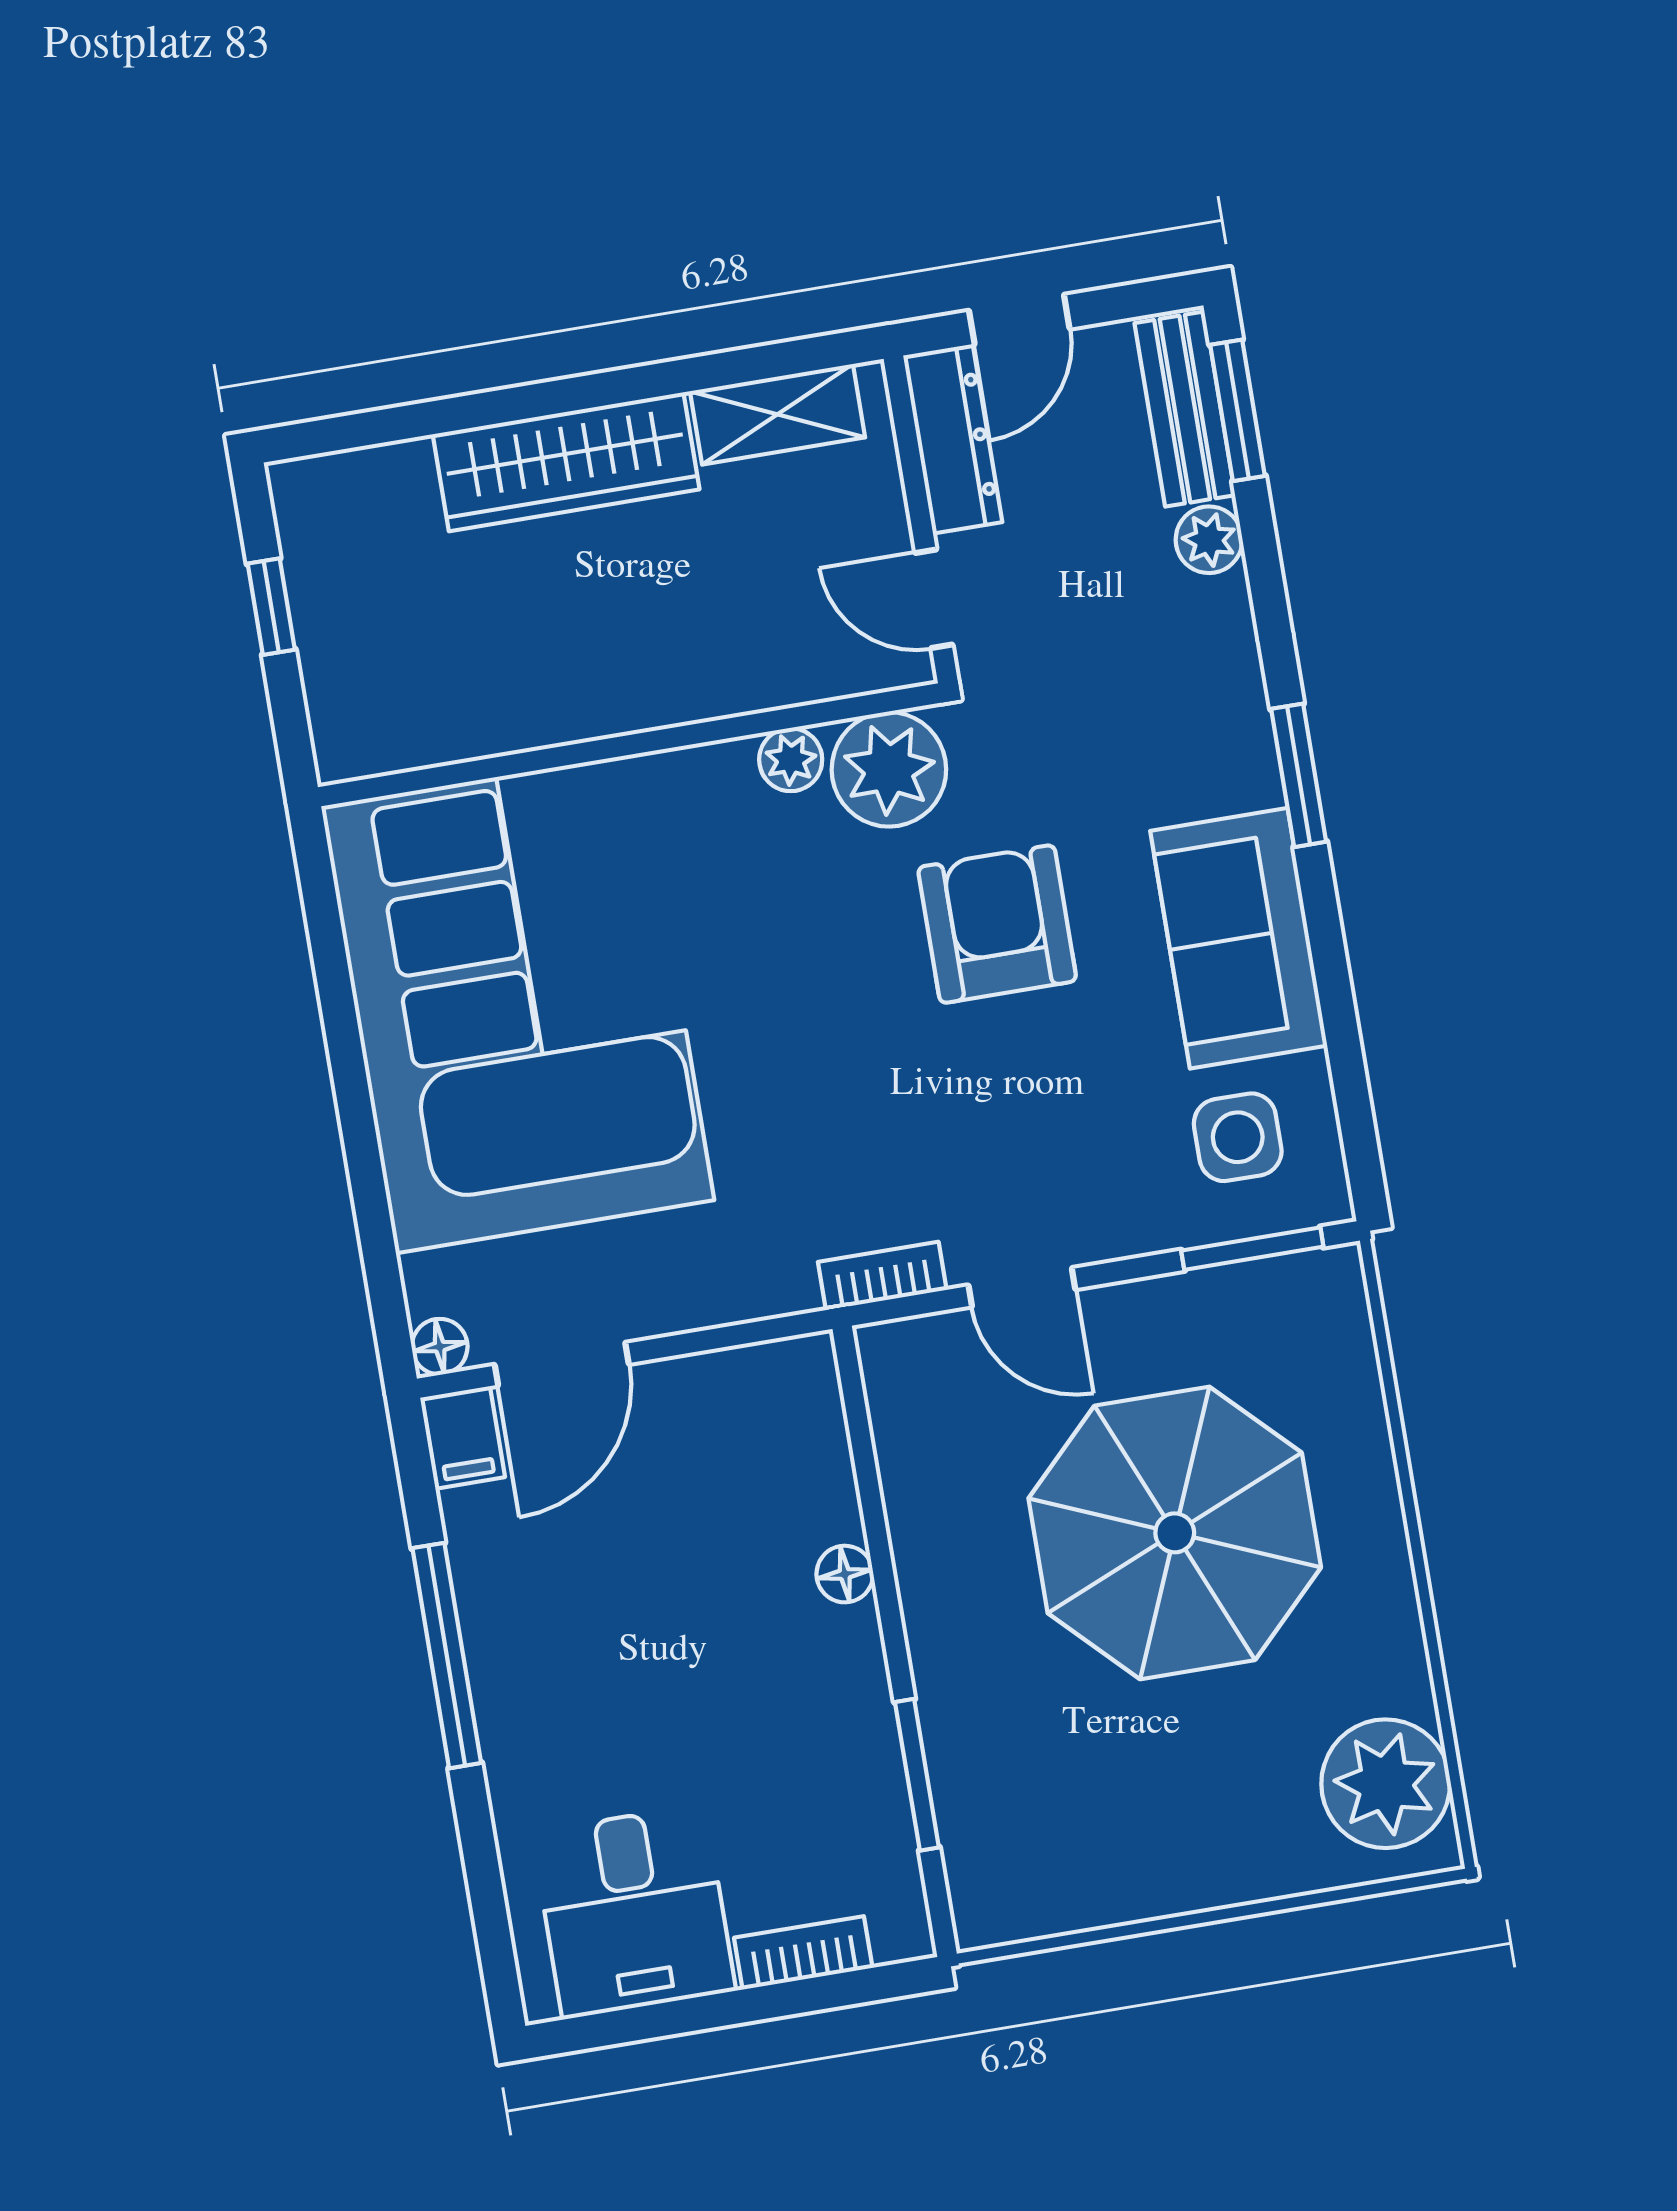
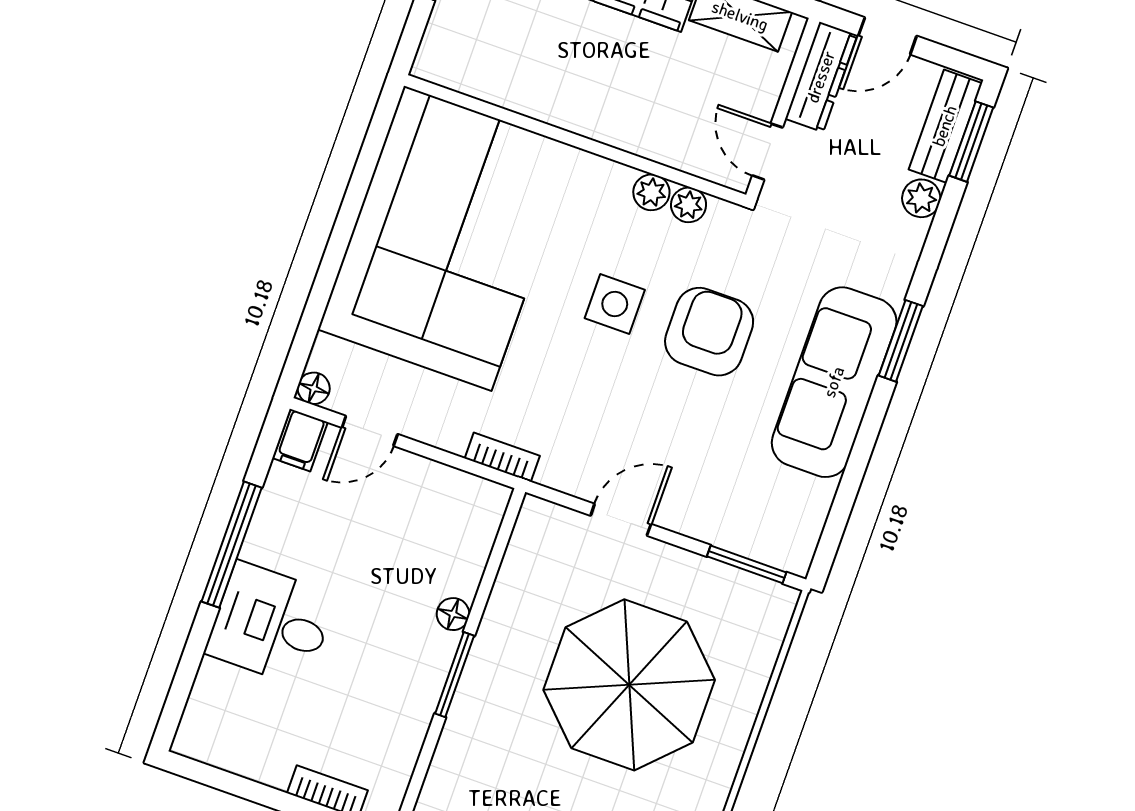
plant: (889, 769) -> (689, 205), width x0.53, depth x0.53
sofa: (1239, 938) -> (834, 382), width x1.36
side table: (1238, 1137) -> (615, 304), moved
bookcase: (882, 1276) -> (502, 457), moved
door: (1022, 1287) -> (621, 520), swing flipped
door: (562, 1364) -> (370, 431), width x0.73
window: (917, 1775) -> (455, 675), moved
desk: (634, 1912) -> (271, 624), moved, turned 90

